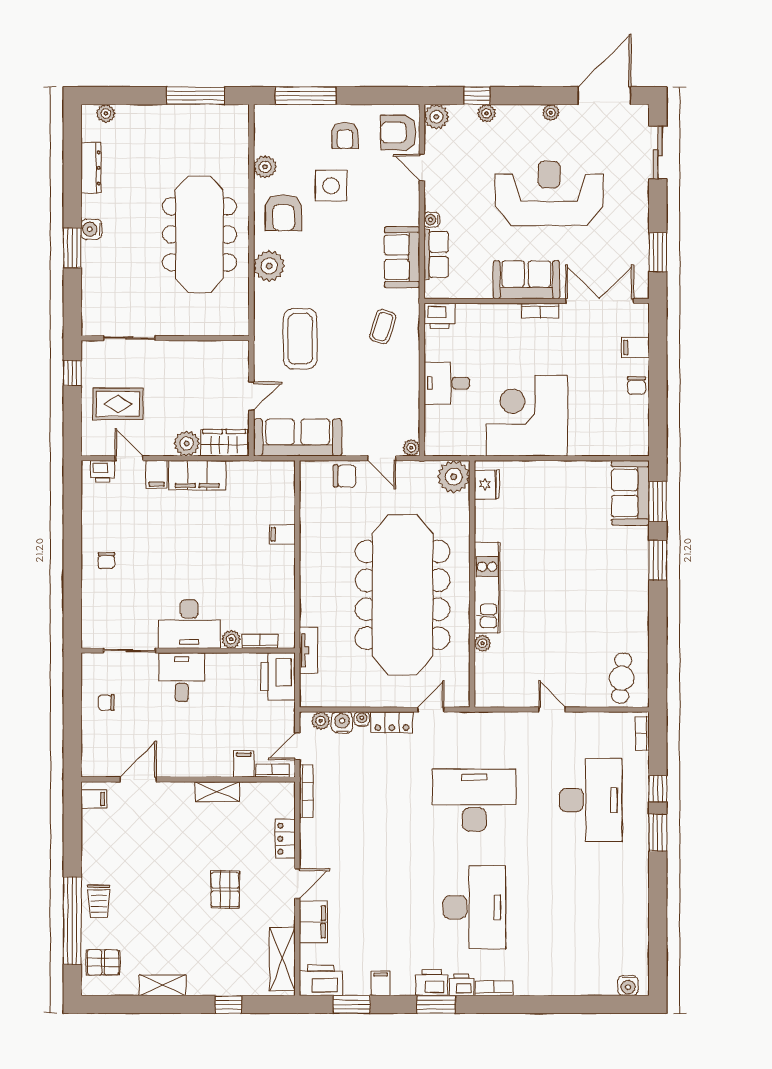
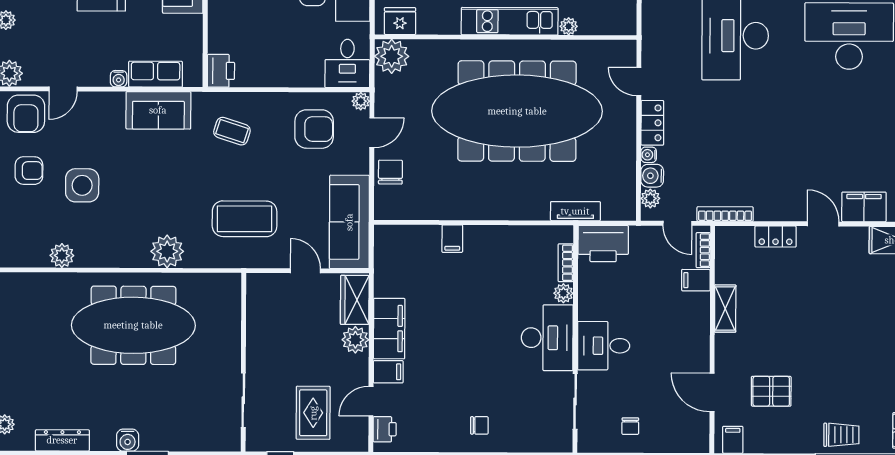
armchair: (283, 213) -> (314, 129), moved
desk: (447, 383) -> (347, 63), moved
pallet: (225, 890) -> (771, 391), moved

